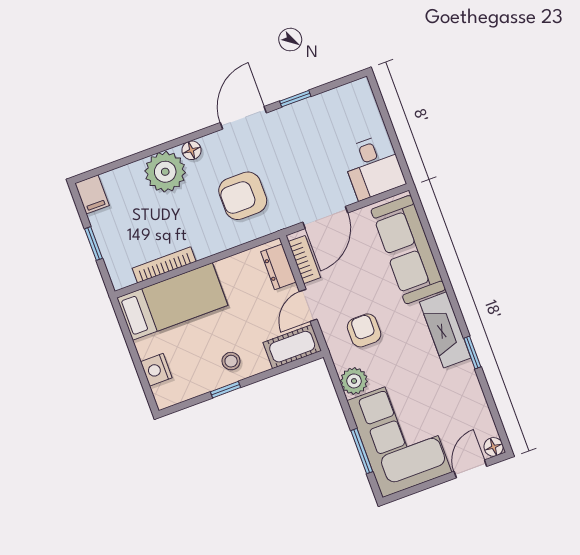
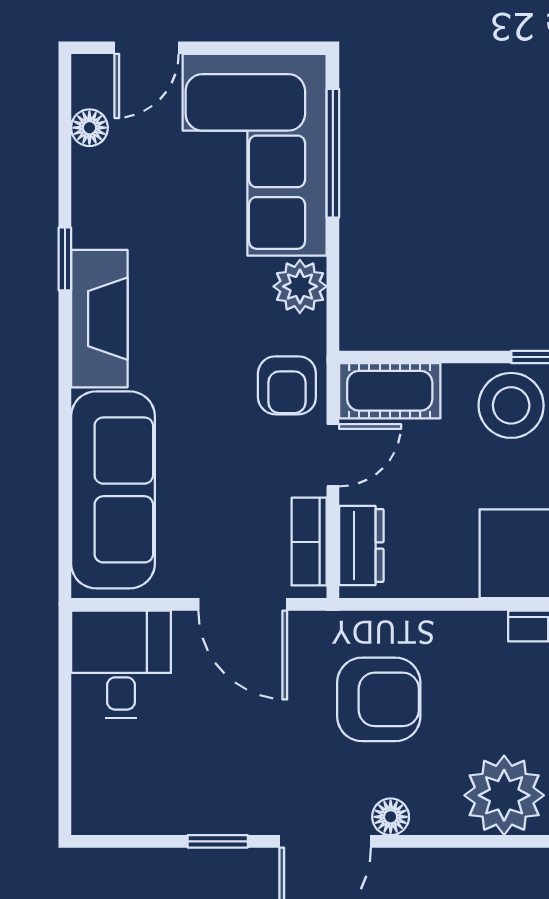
floor lamp: (192, 150) -> (391, 817), moved
door: (325, 217) -> (243, 604), swing flipped
armchair: (364, 330) -> (287, 385), moved
stool: (231, 361) -> (511, 405), width x1.89, depth x1.89
floor lamp: (494, 447) -> (89, 128), moved
window: (362, 451) -> (333, 153), width x1.44

